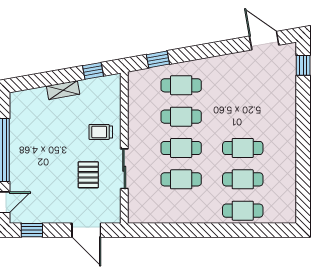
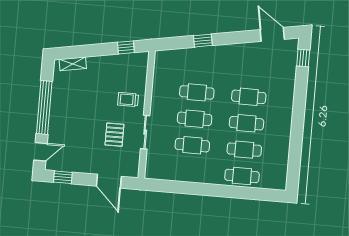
window: (158, 59) -> (203, 41), moved
cafe table: (181, 85) -> (249, 97), moved
shelving: (63, 90) -> (73, 64), moved

